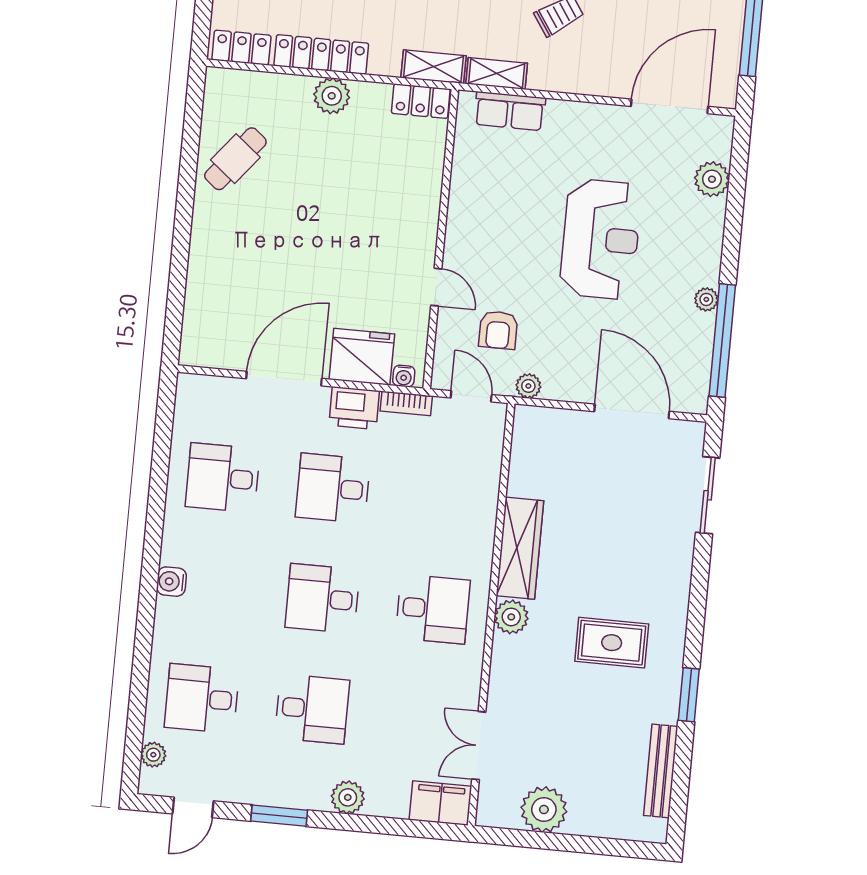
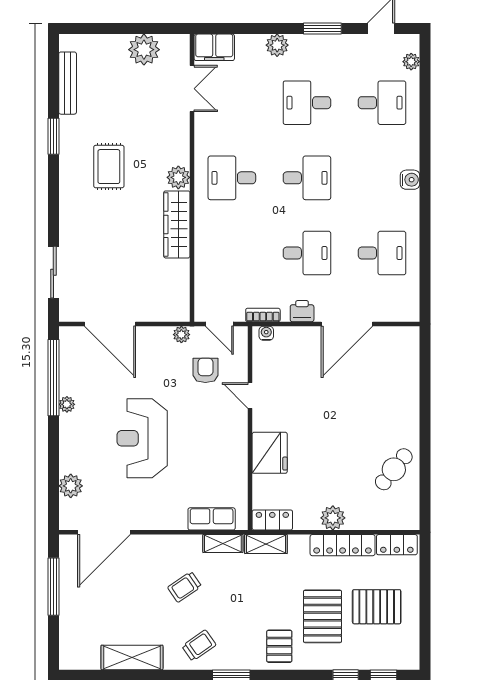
fridge: (362, 357) -> (270, 453), moved, turned -90
printer: (354, 408) -> (302, 311), width x0.73, depth x0.81
rug: (612, 643) -> (109, 167), turned 90

